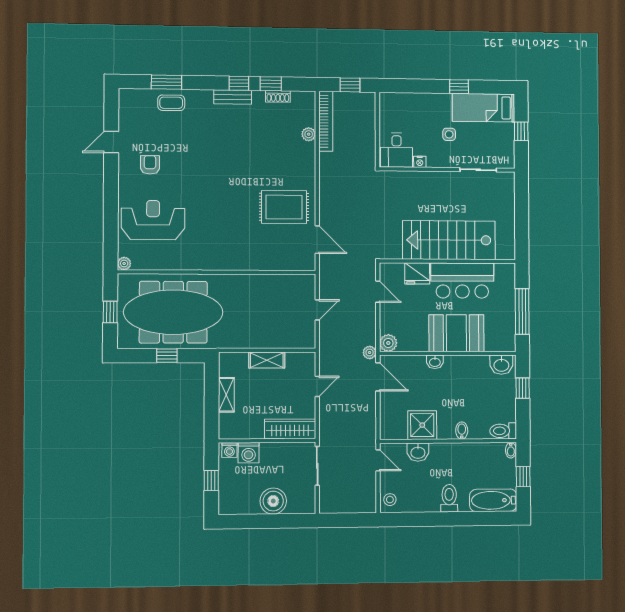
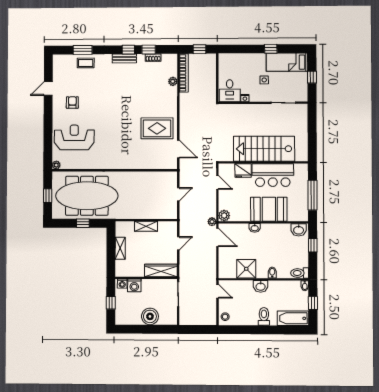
washbasin: (418, 452) -> (261, 286), moved

